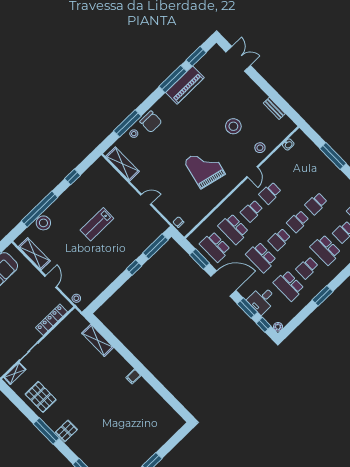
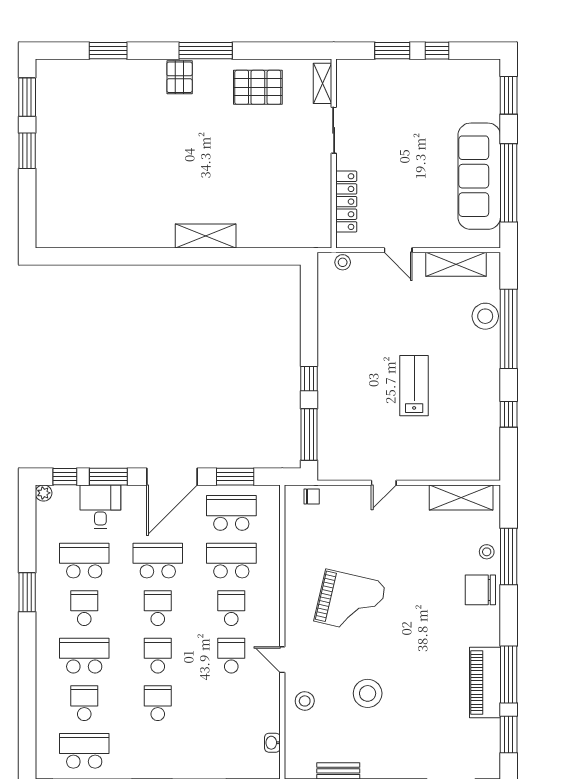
shelving: (98, 340) -> (206, 236), moved
filing cabinet: (133, 377) -> (165, 237), removed

